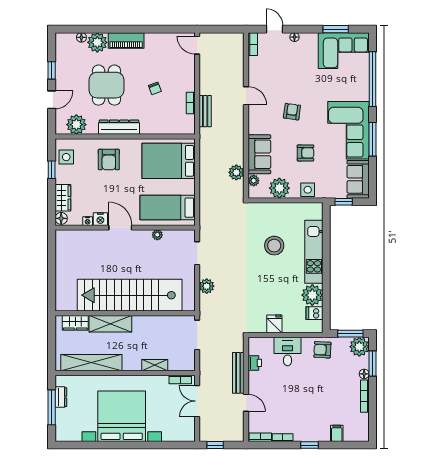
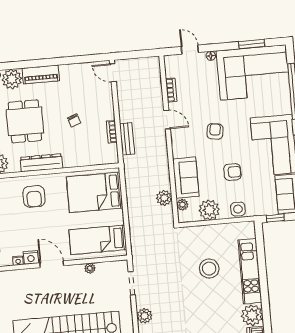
bookcase: (253, 44) -> (171, 90), moved
corner sofa: (344, 51) -> (253, 72), width x1.36, depth x1.36

